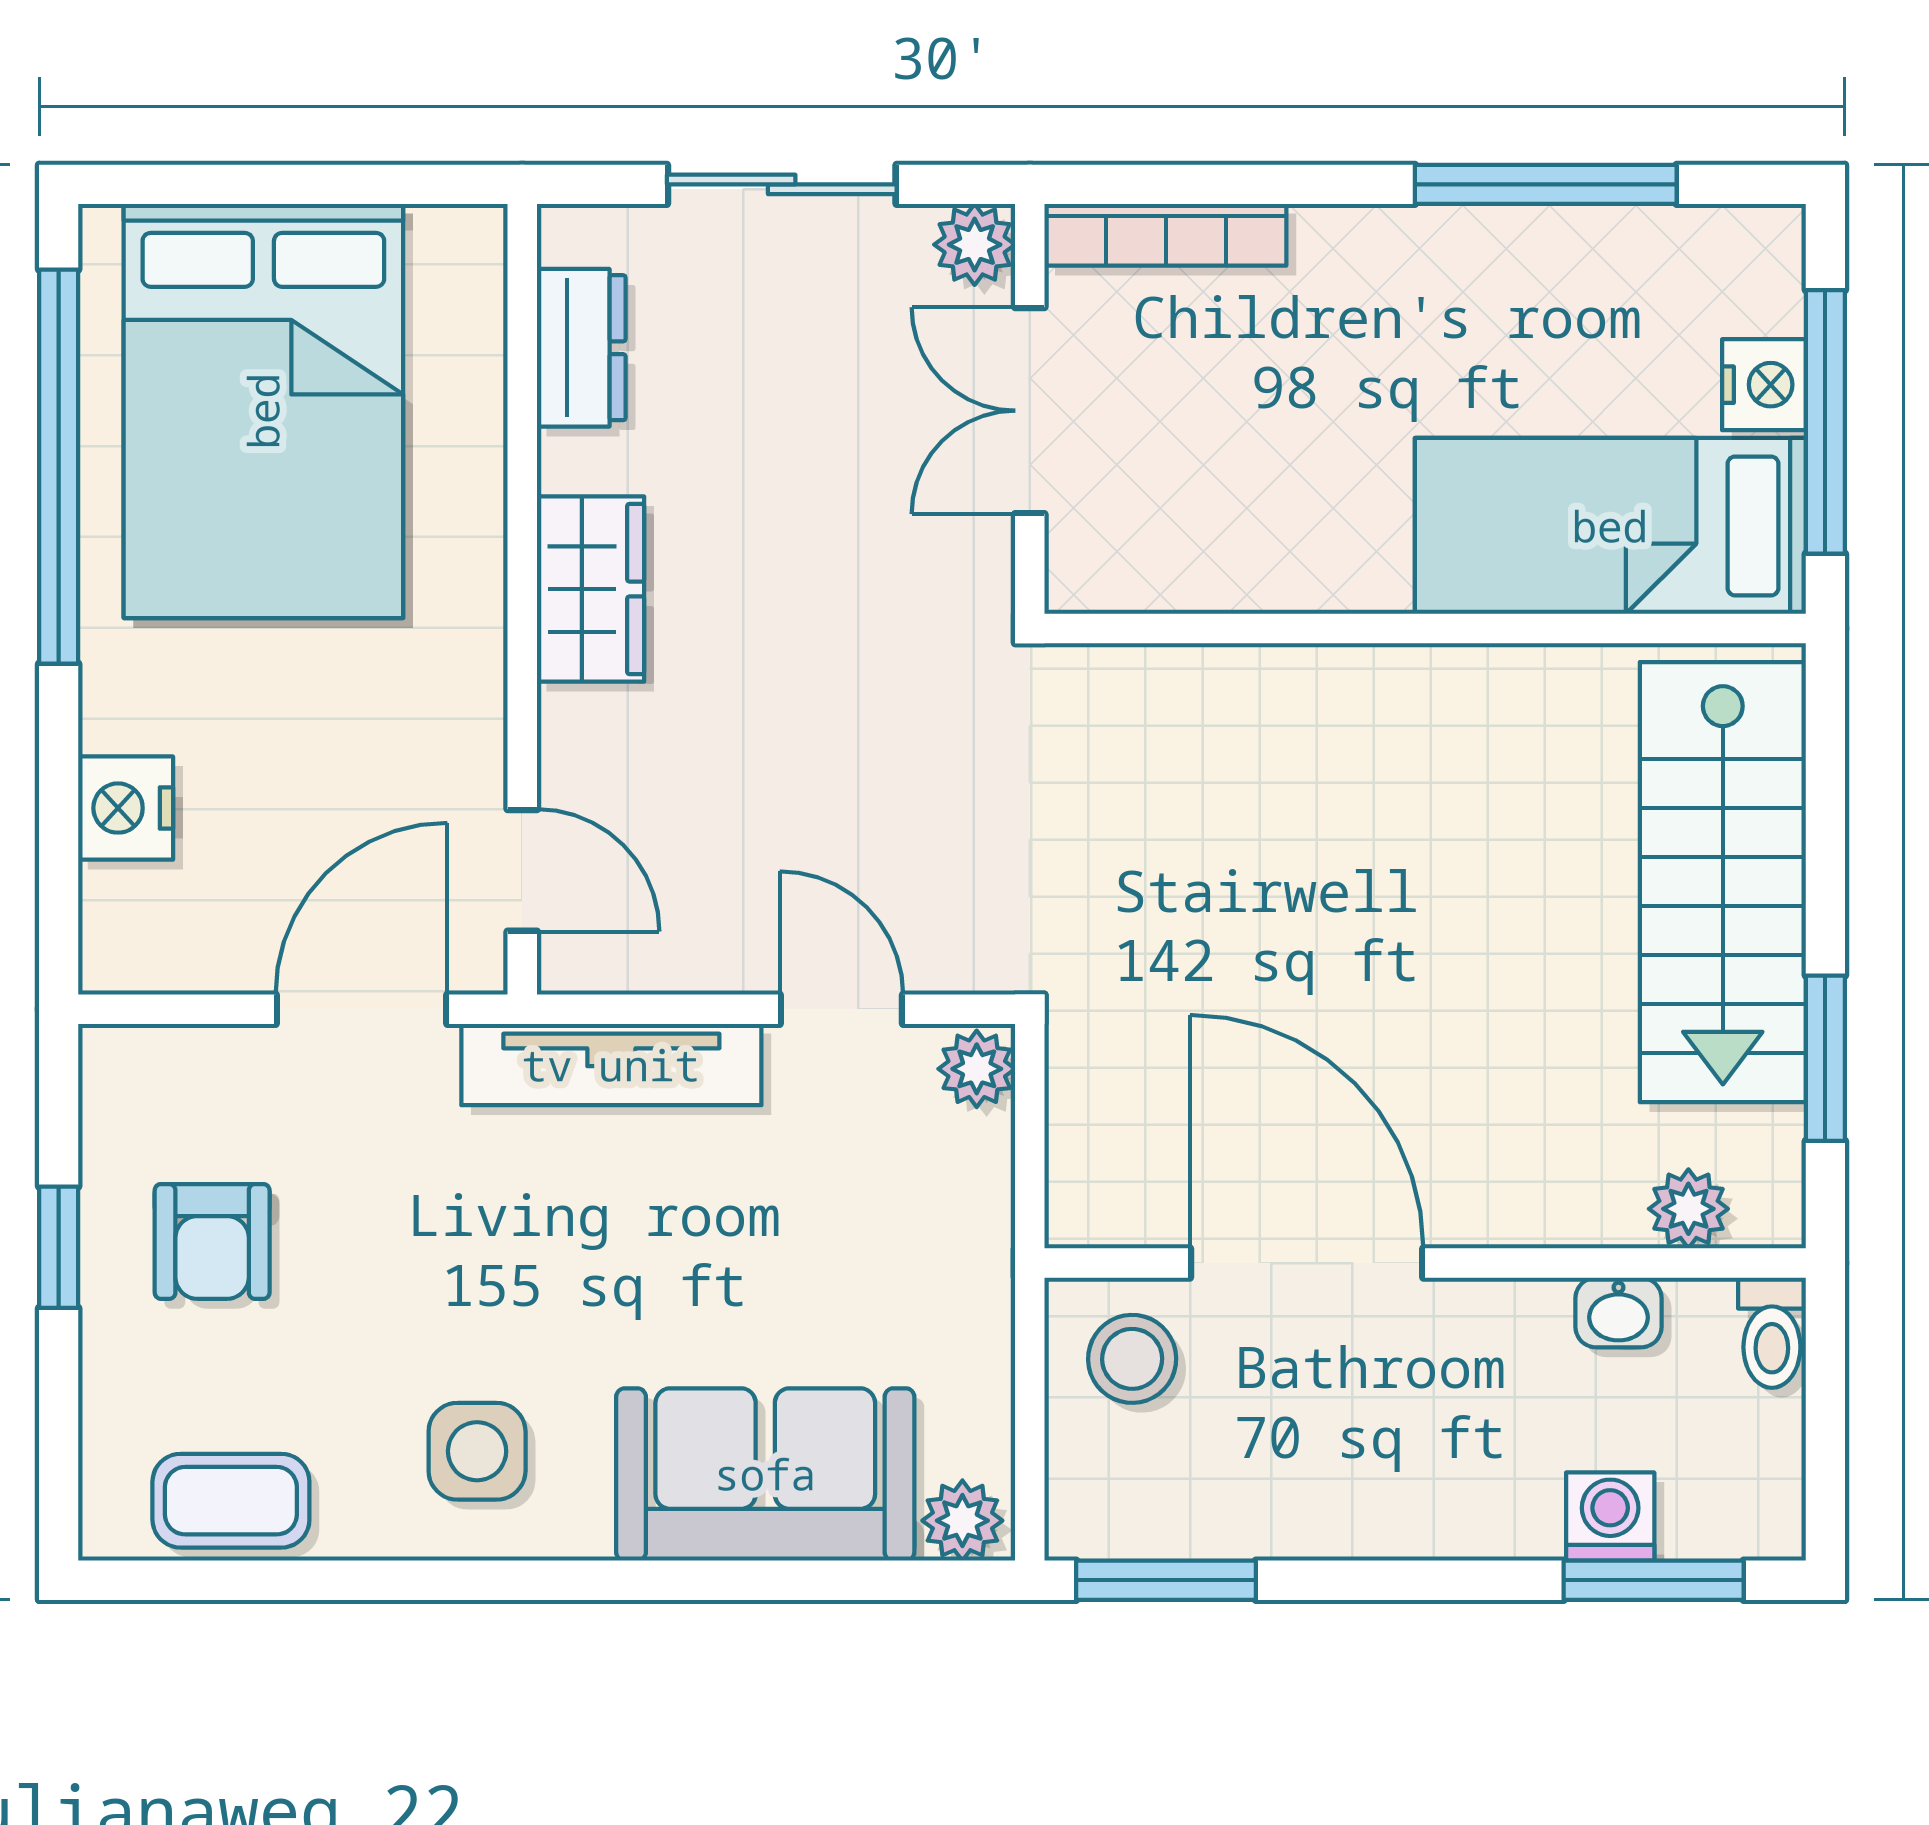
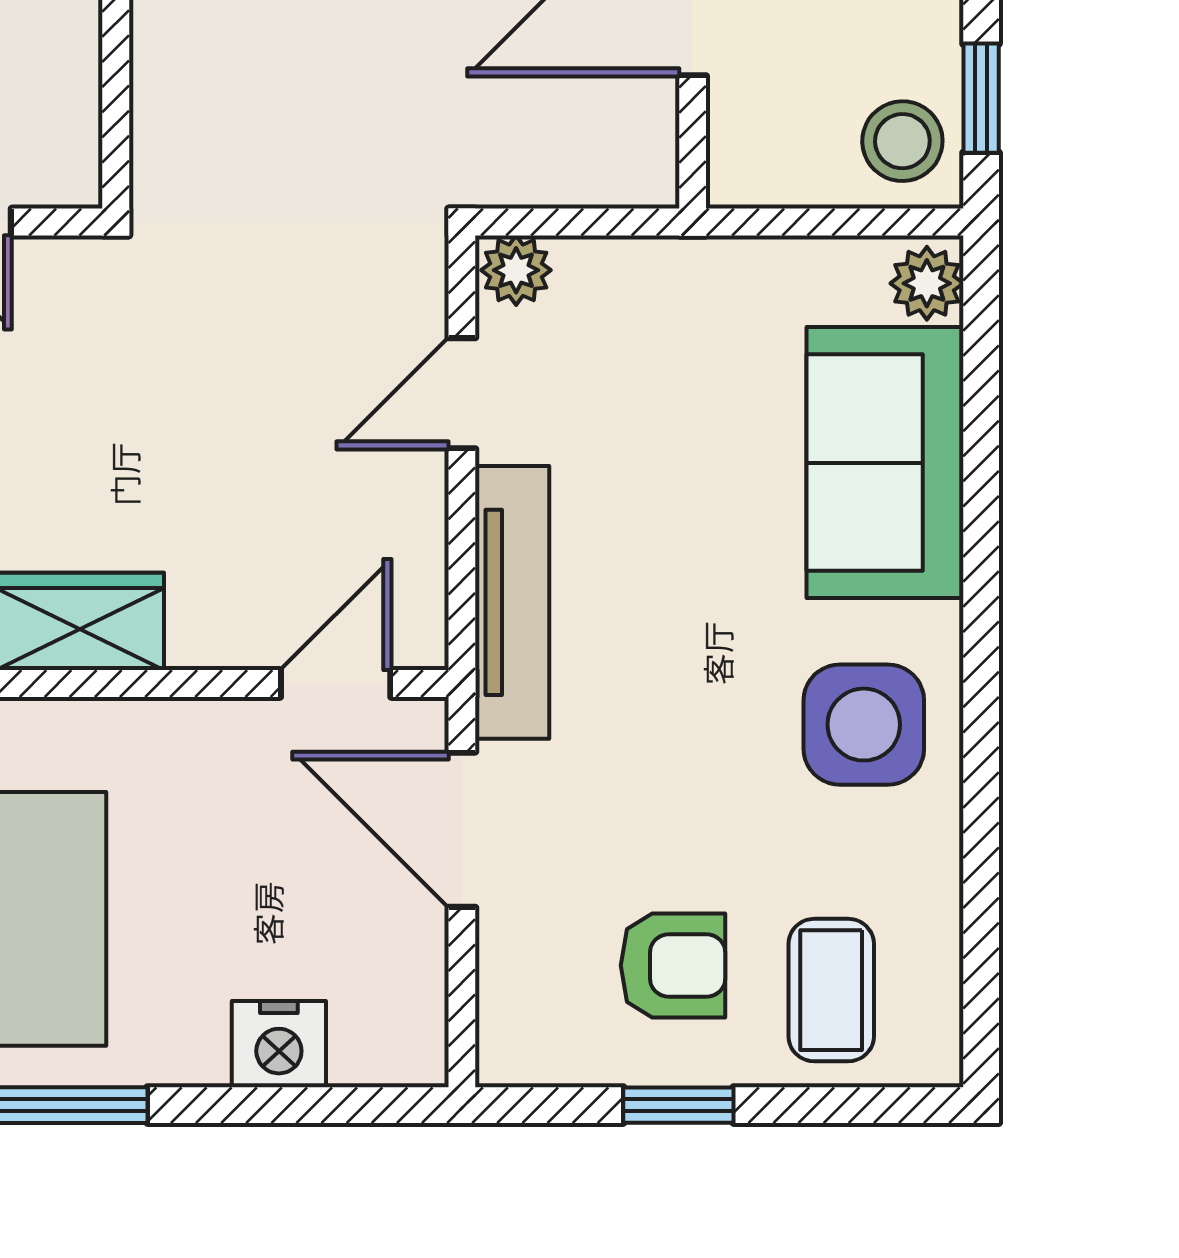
stool: (1132, 1359) -> (902, 141), moved
side table: (477, 1451) -> (864, 725), width x1.37, depth x1.37
coffee table: (231, 1501) -> (831, 990), moved
window: (1166, 1580) -> (981, 98), width x0.67

